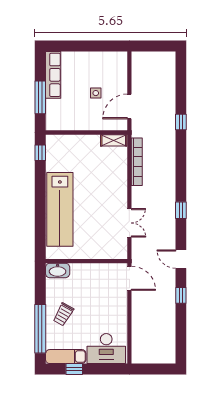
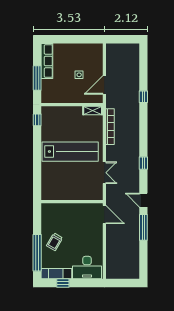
lab bench: (60, 209) -> (70, 152), moved, turned -90
washbasin: (58, 270) -> (50, 209), removed
window: (181, 295) -> (143, 227), width x2.17

